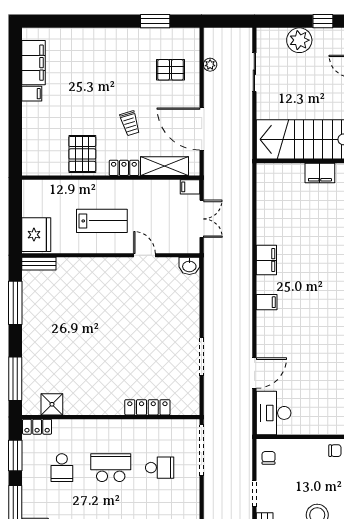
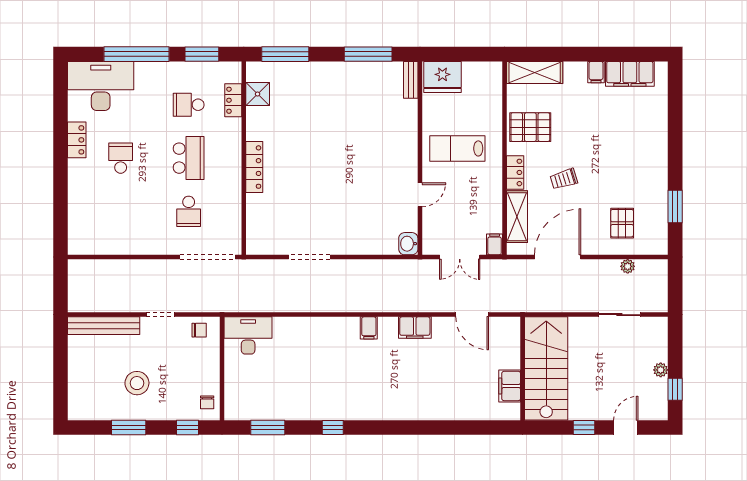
plant: (299, 40) -> (661, 370), width x0.53, depth x0.53
shelving: (32, 150) -> (535, 72), added
lab bench: (102, 221) -> (457, 148), turned 90
door: (254, 373) -> (472, 315), moved
locker: (147, 407) -> (254, 167), moved
locker: (37, 427) -> (233, 100), moved

